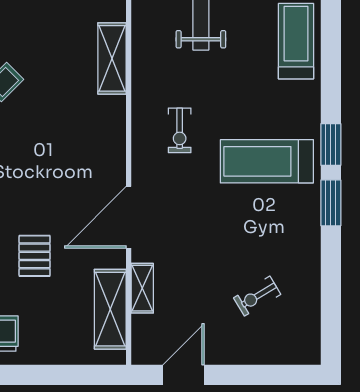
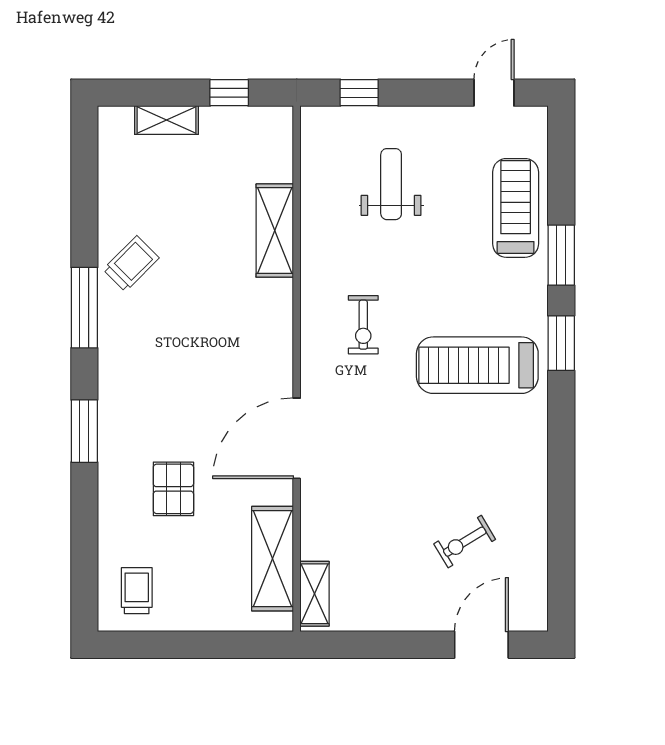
window: (331, 203) -> (561, 255), moved
shelving: (142, 288) -> (314, 594), moved
door: (184, 375) -> (481, 645), moved

